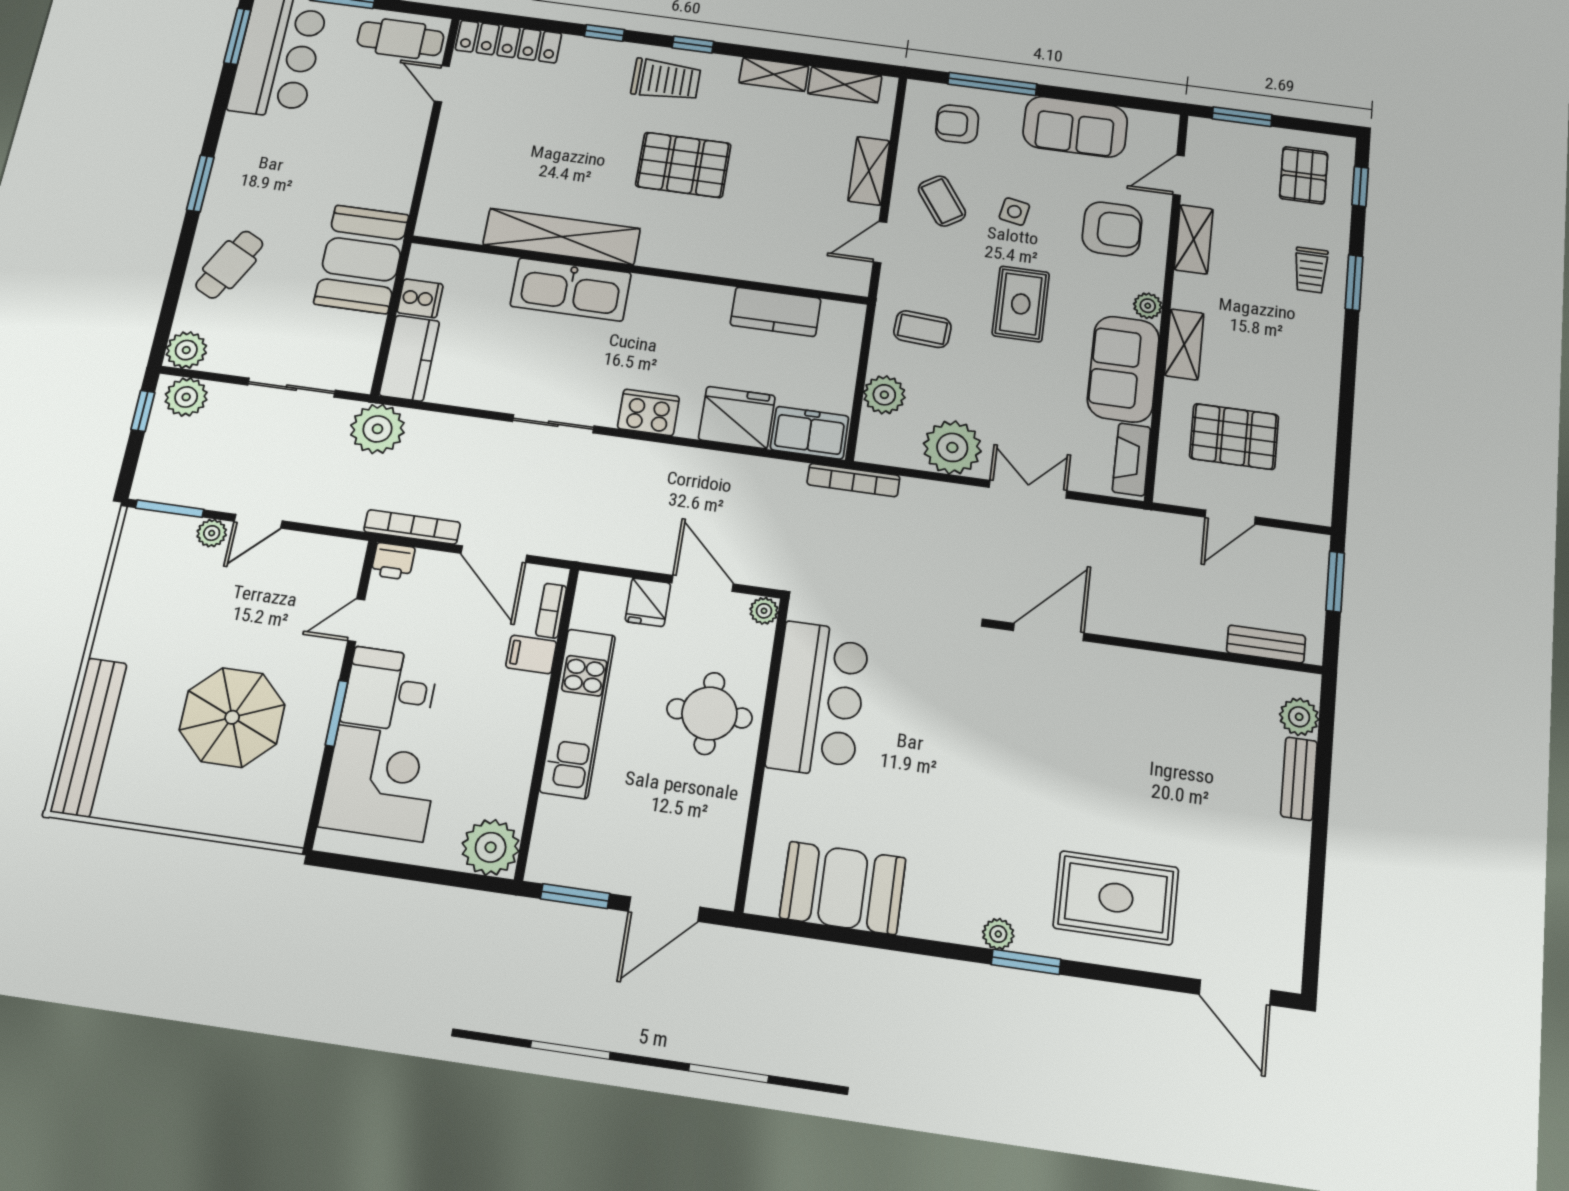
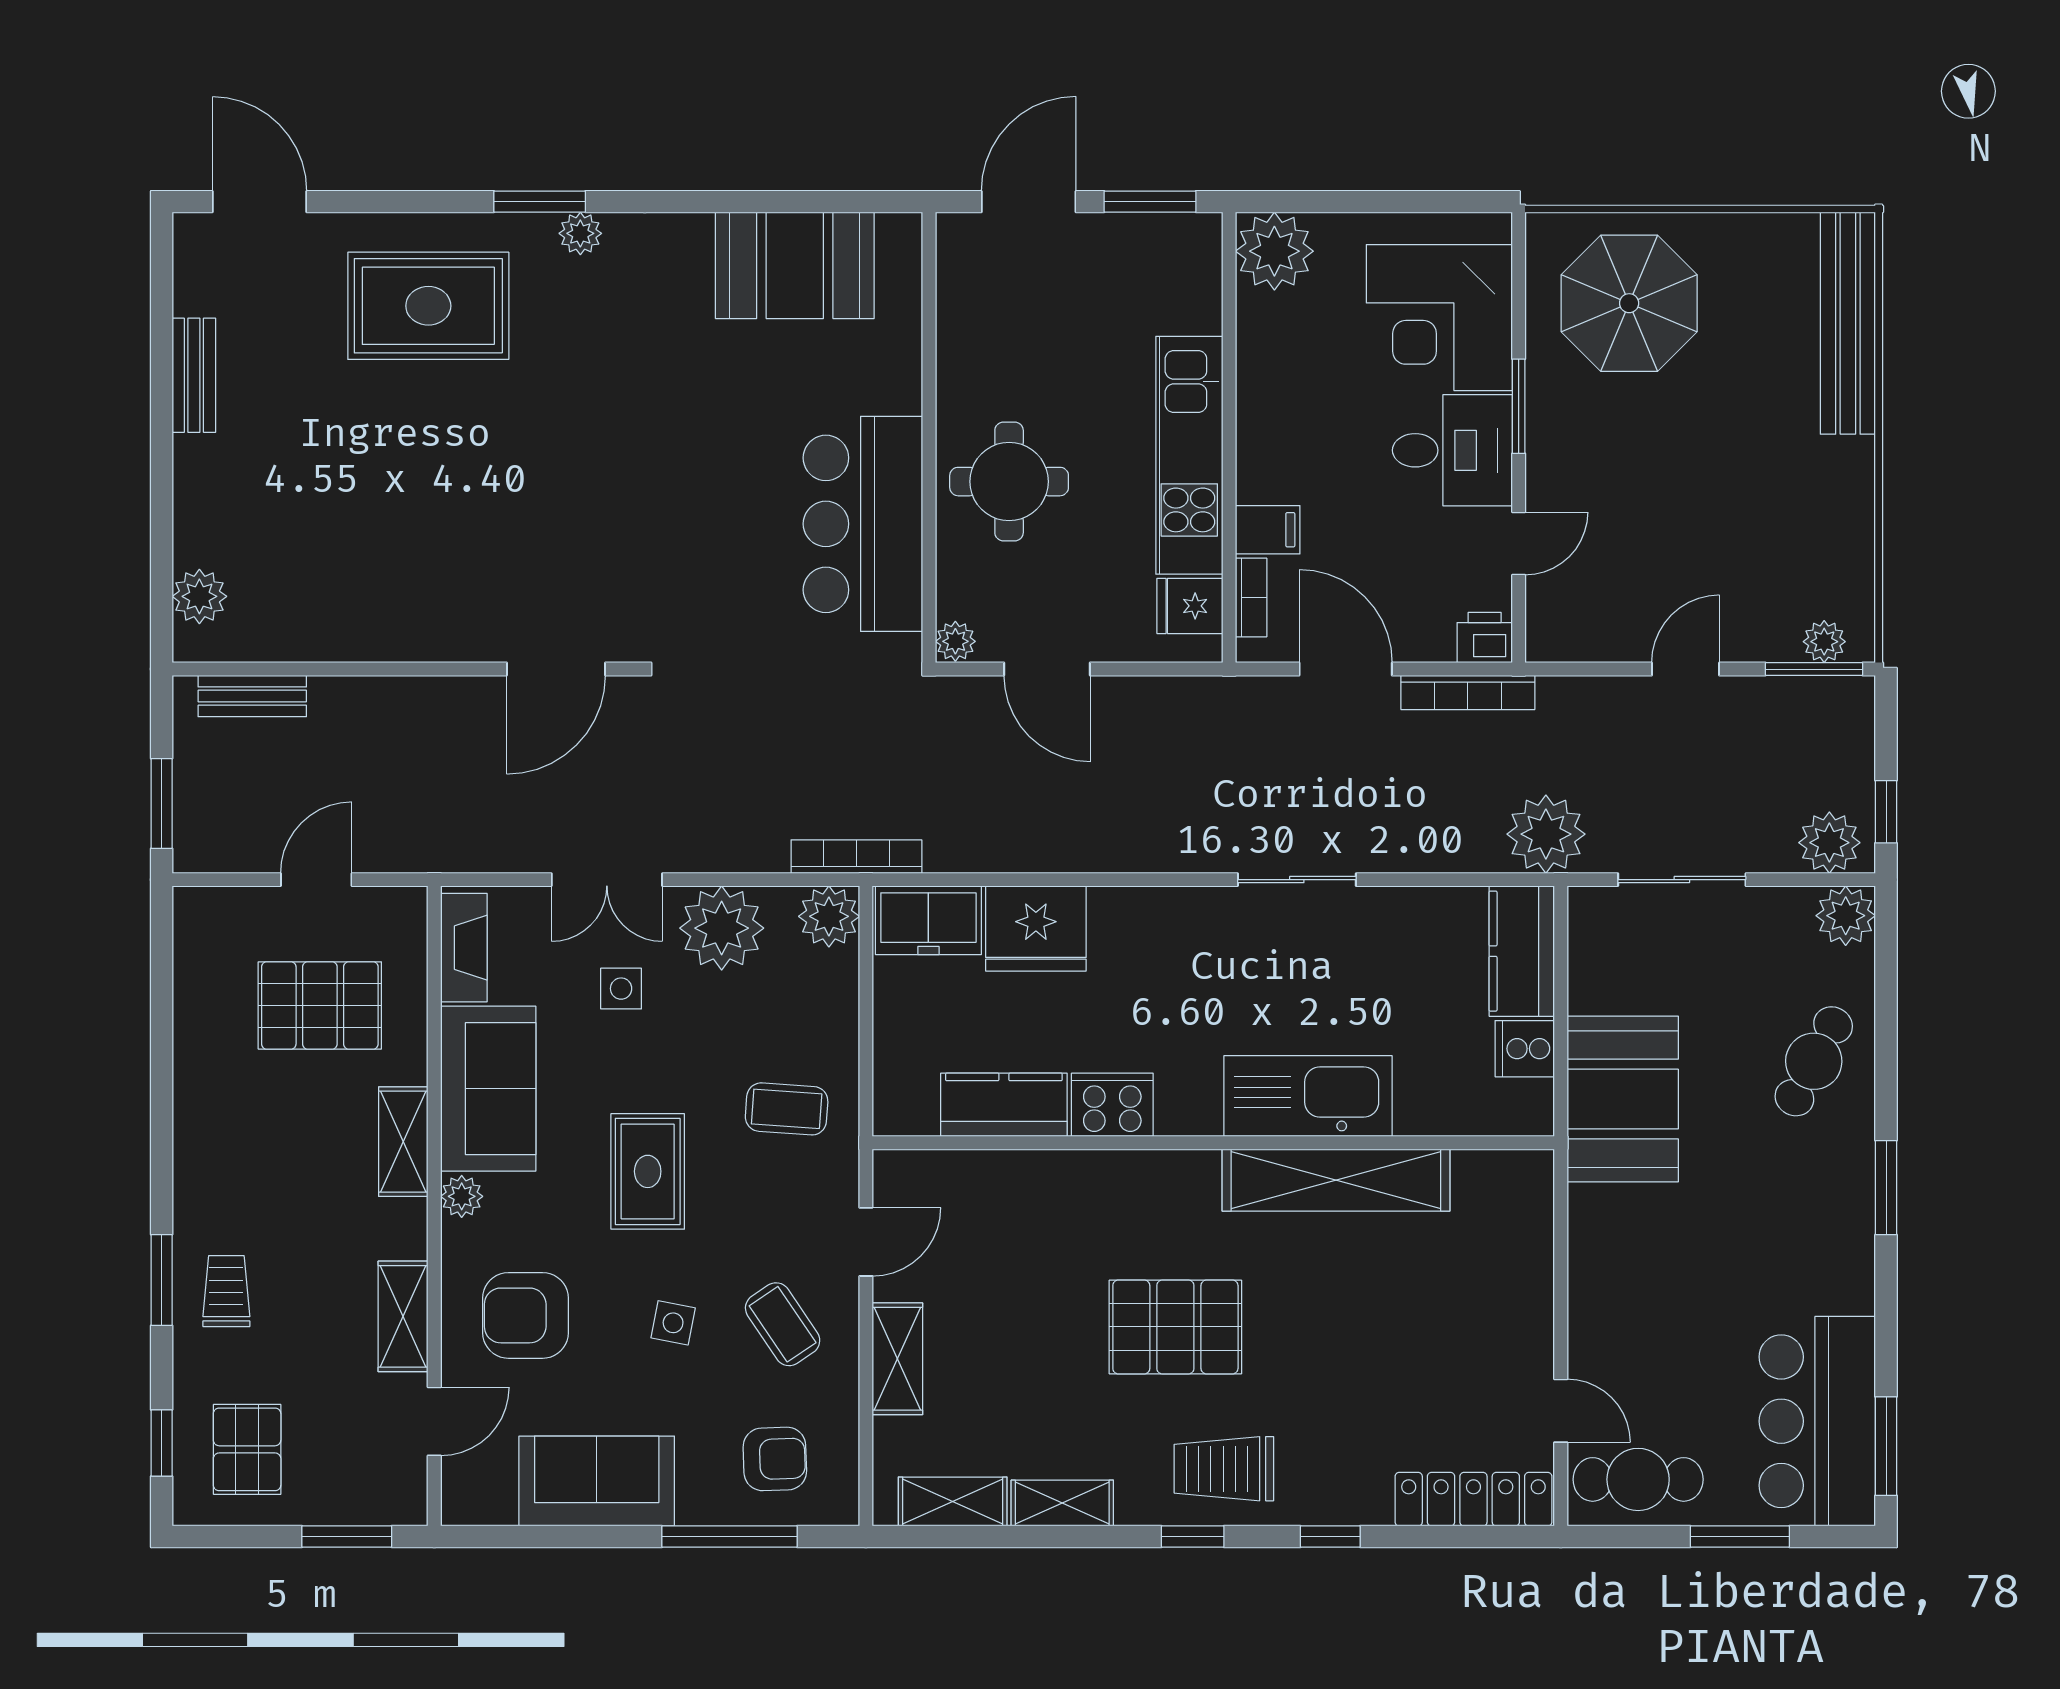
plant: (884, 395) -> (829, 916), moved
cooker: (648, 412) -> (1112, 1105), moved, turned 180
side table: (1026, 419) -> (621, 989), added
plant: (212, 533) -> (1824, 642), moved
fridge: (648, 602) -> (1190, 606), moved, turned -90
parasol: (232, 717) -> (1629, 303), moved
bench: (1299, 779) -> (194, 375), moved

